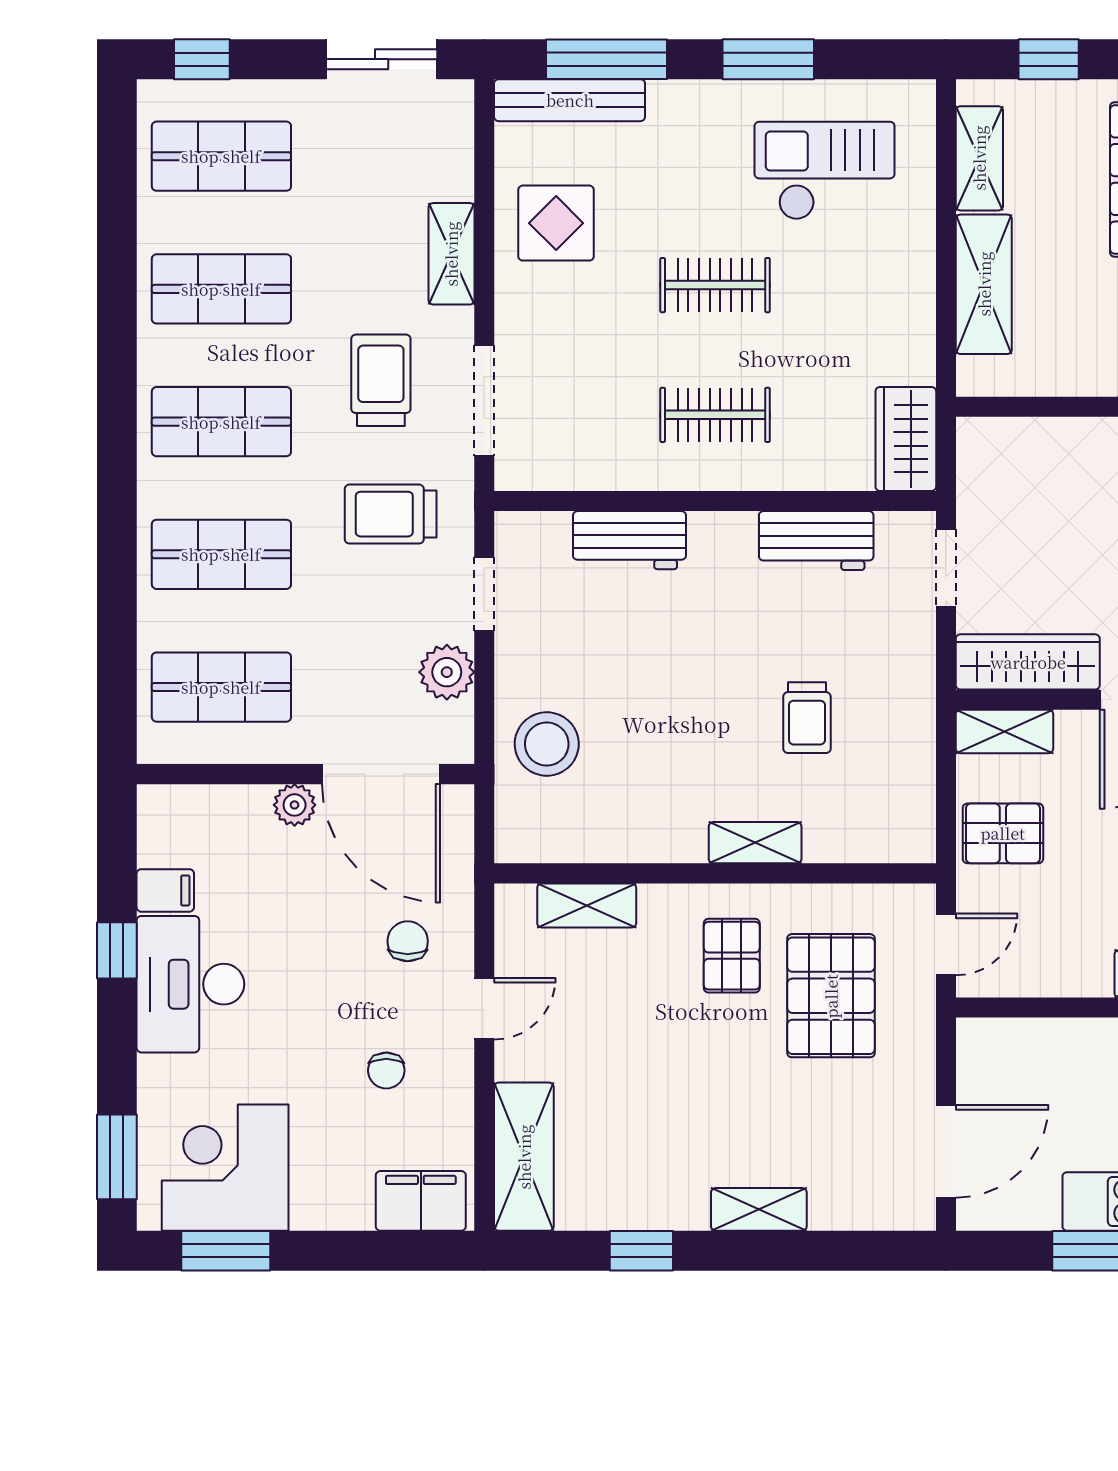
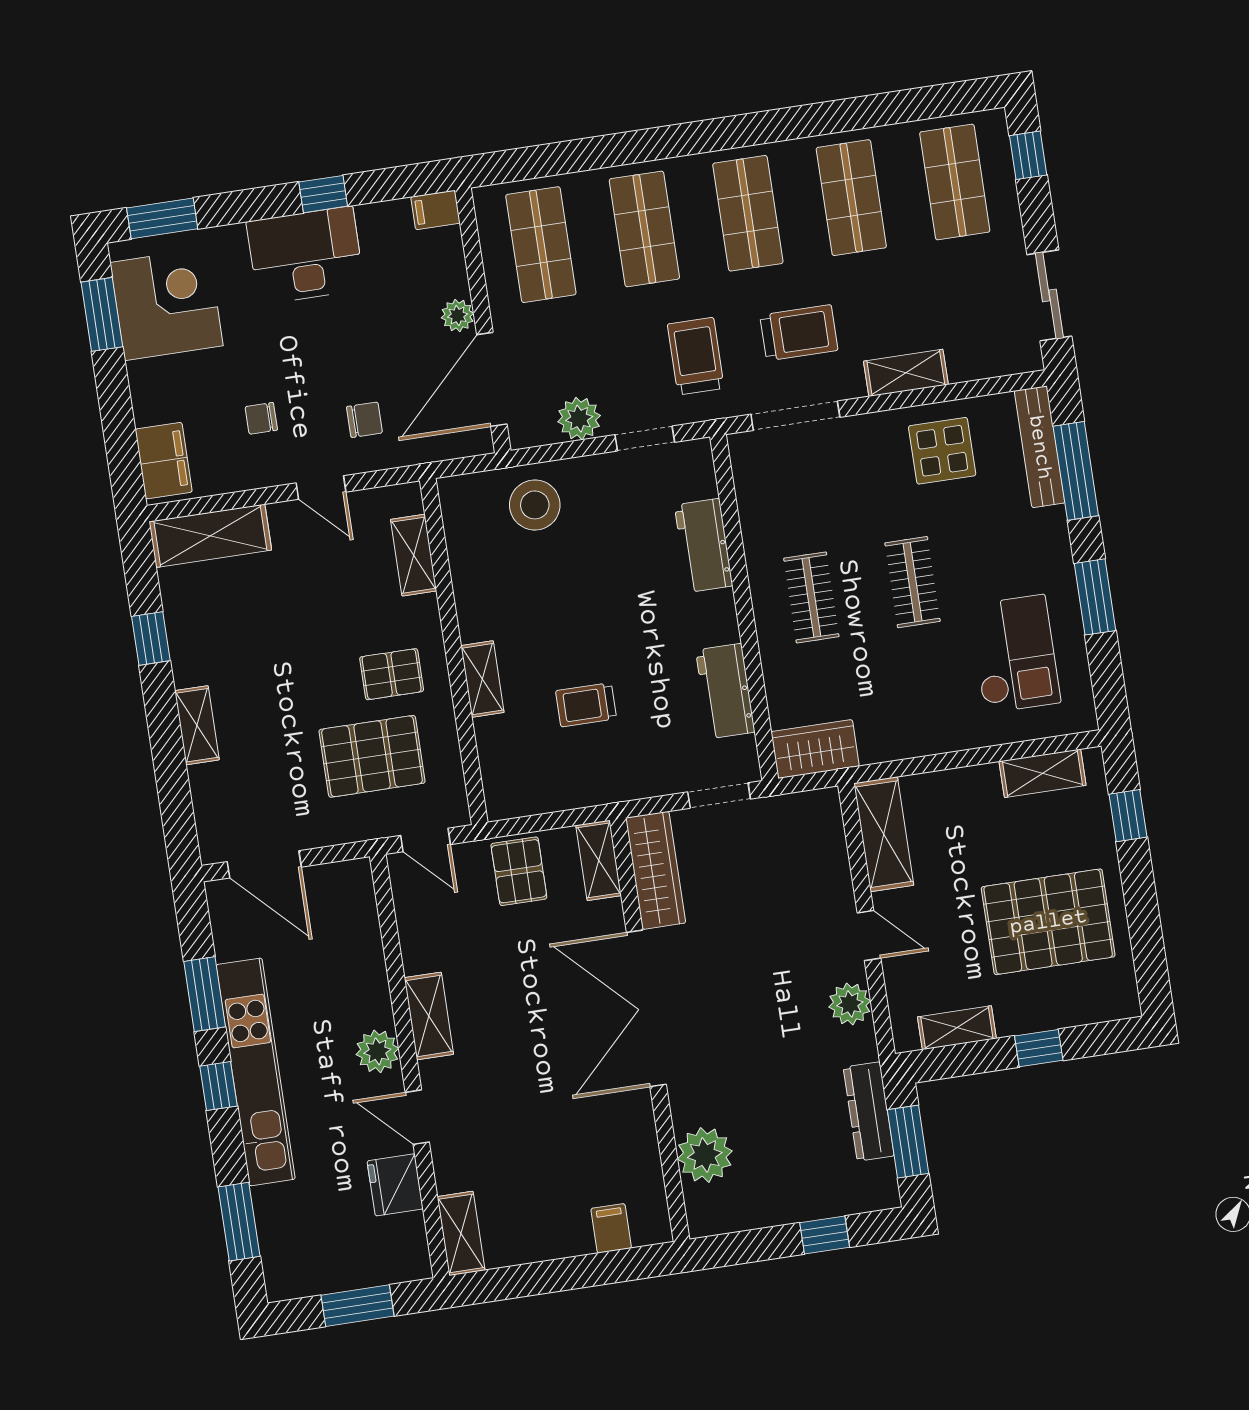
shelving: (984, 284) -> (884, 834), moved, turned 90
filing cabinet: (165, 890) -> (435, 210), moved, turned 90

